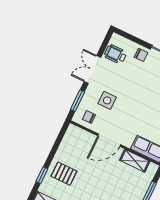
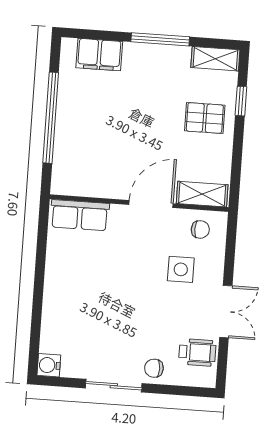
window: (78, 101) -> (230, 249), removed
shelving: (135, 161) -> (202, 194), moved

